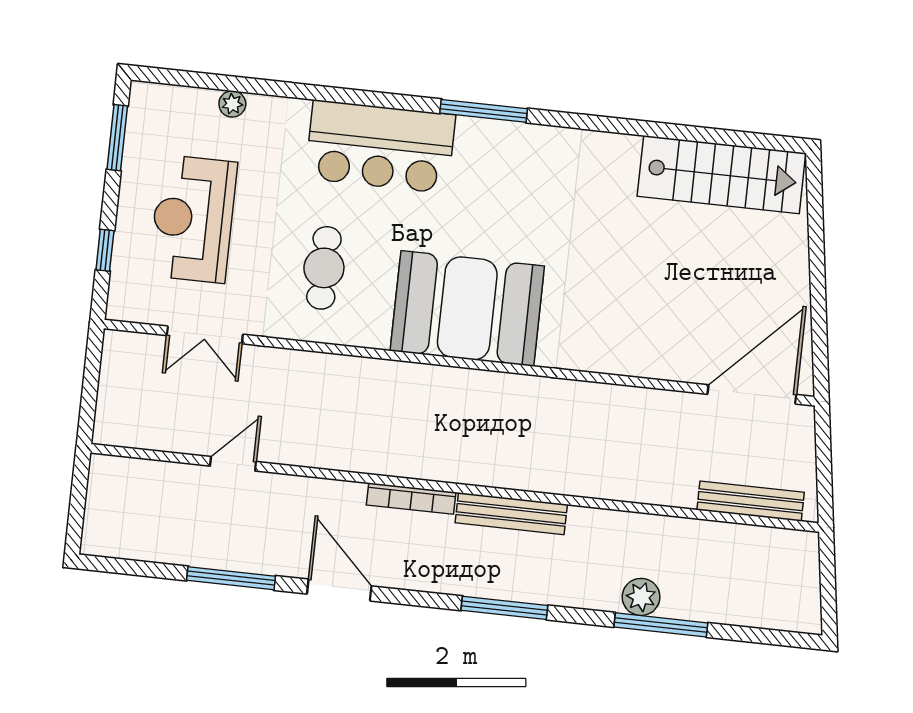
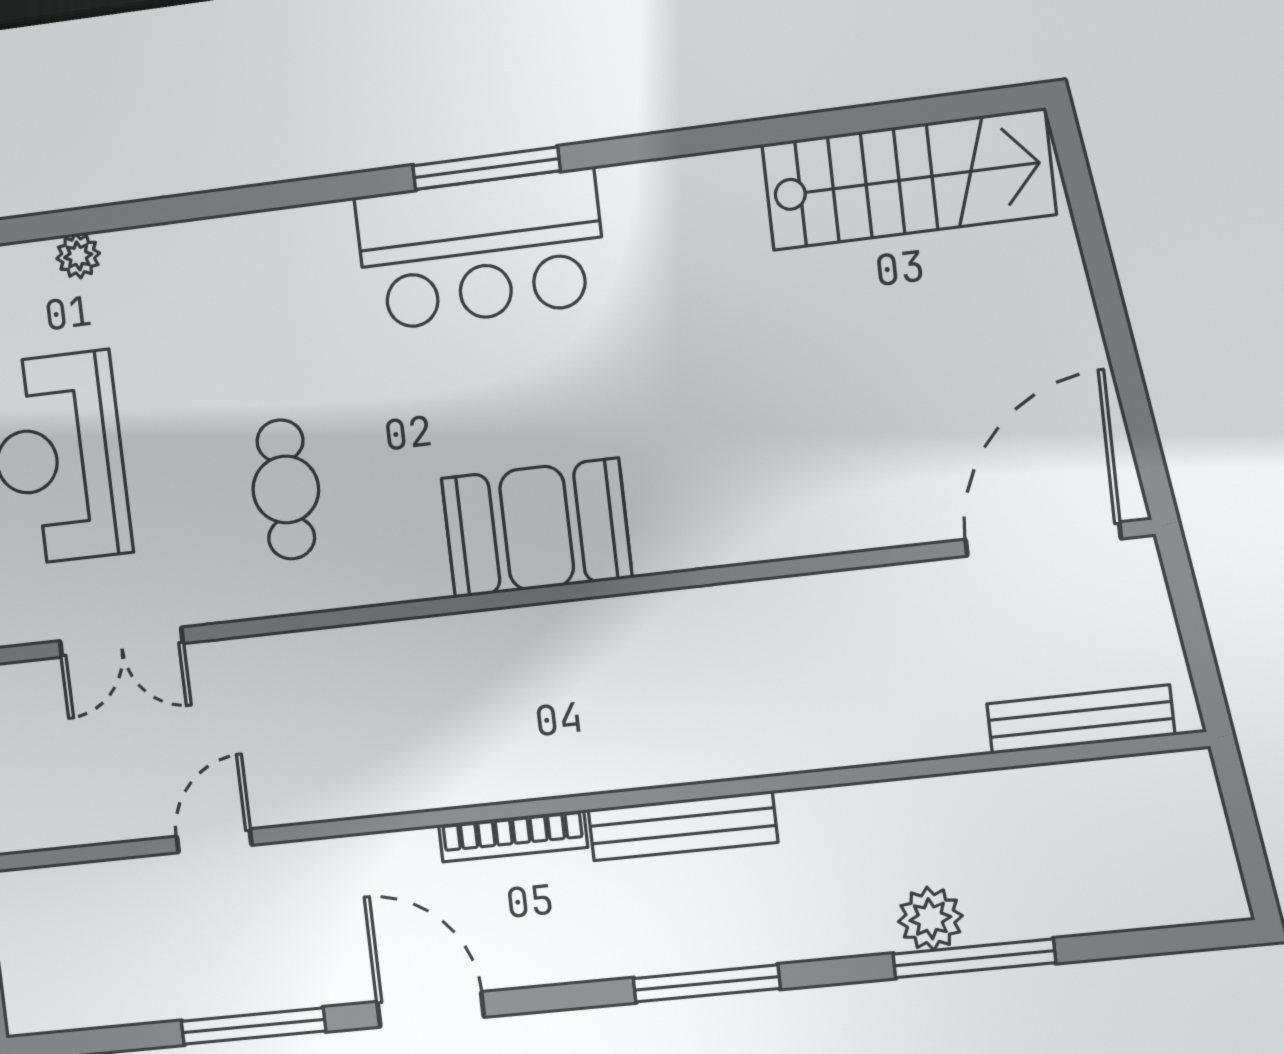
bar counter: (380, 147) -> (481, 250), moved
booth: (467, 308) -> (537, 528), width x0.73, depth x0.70

